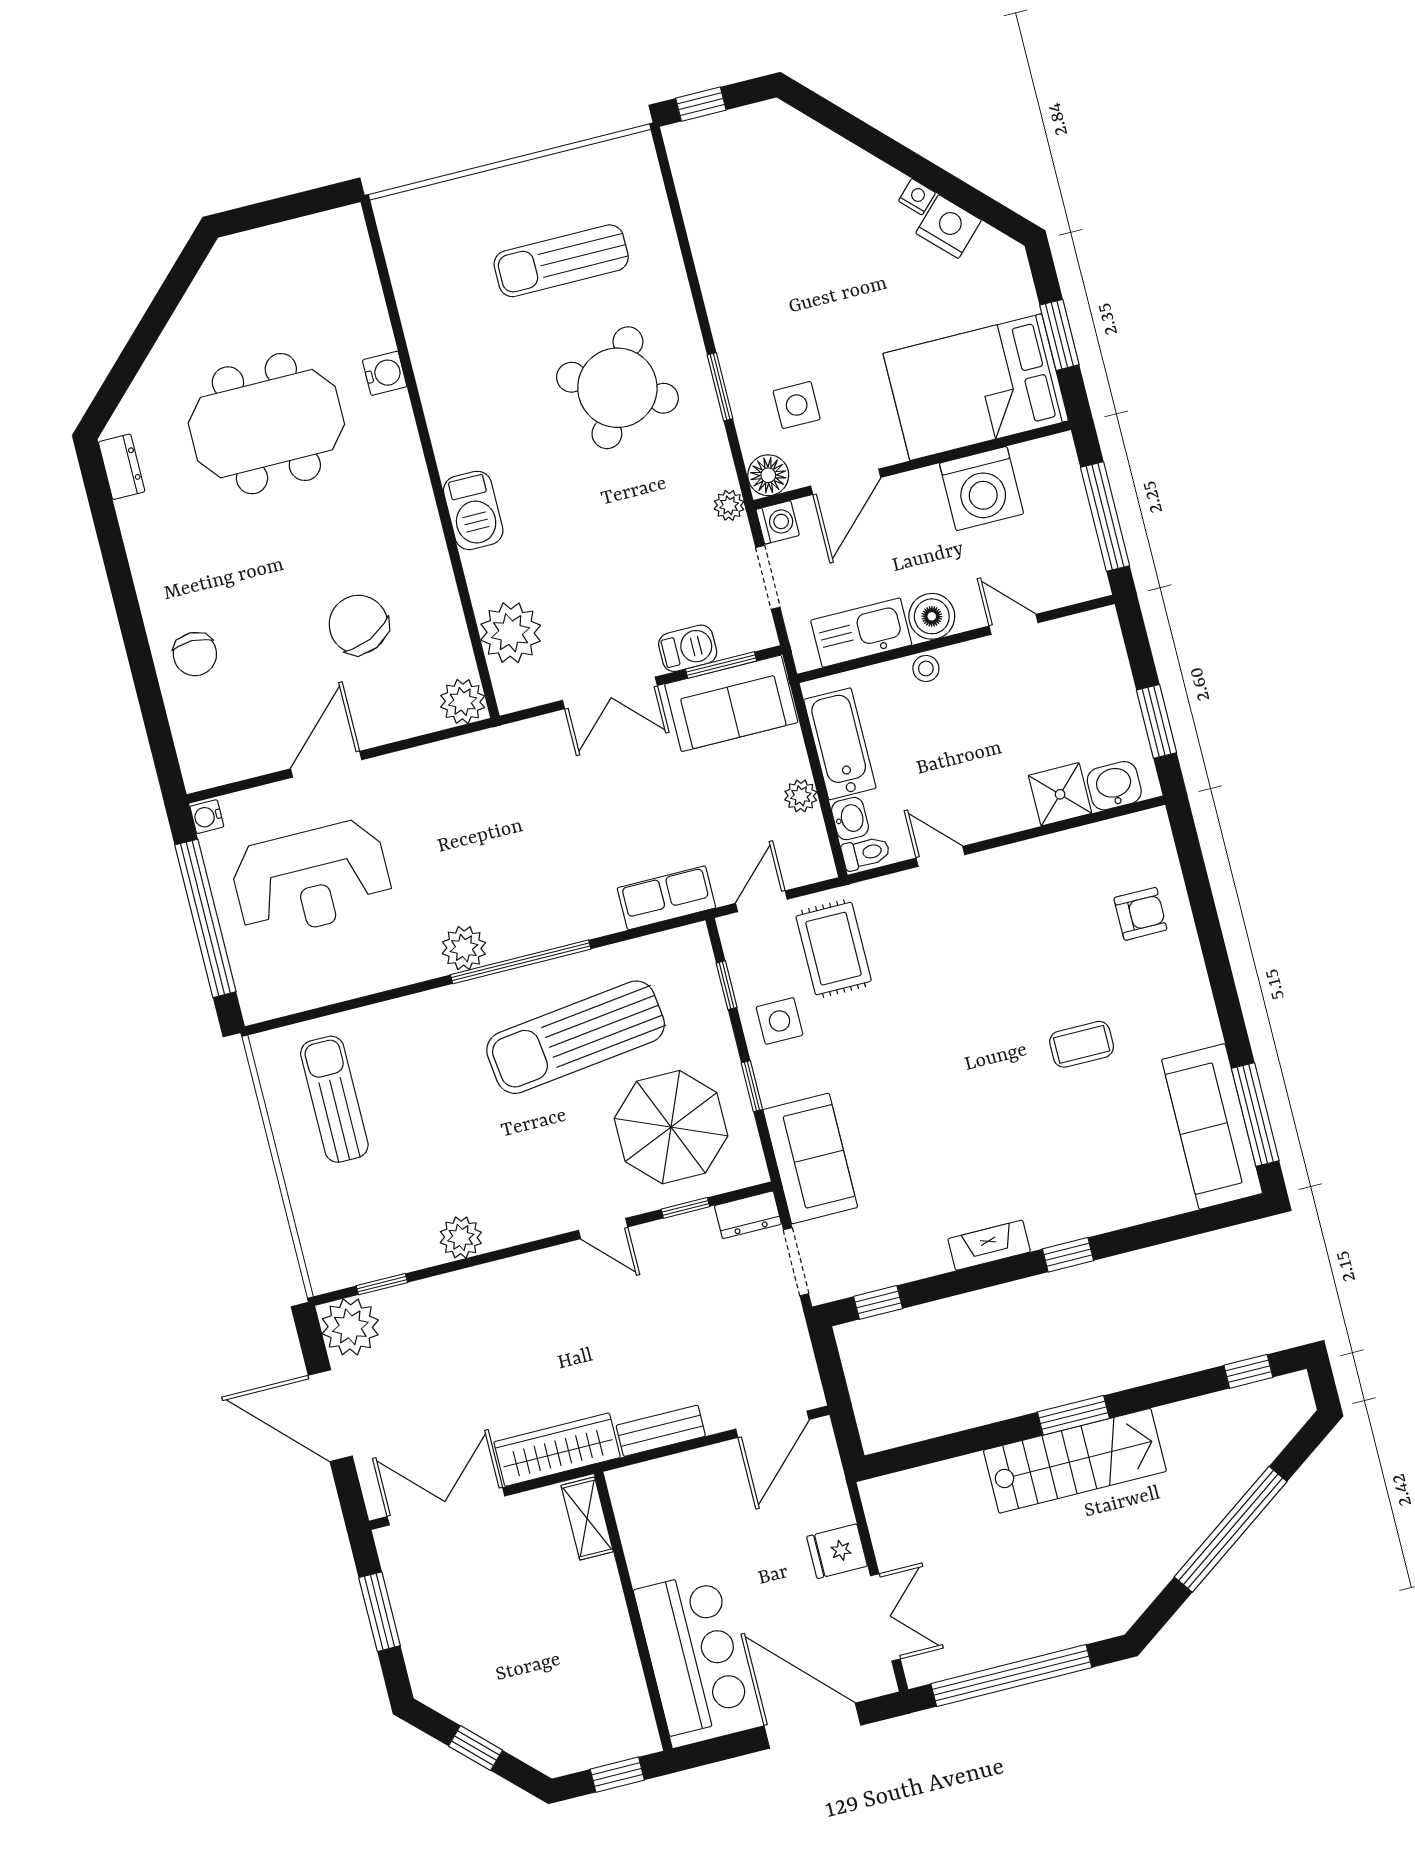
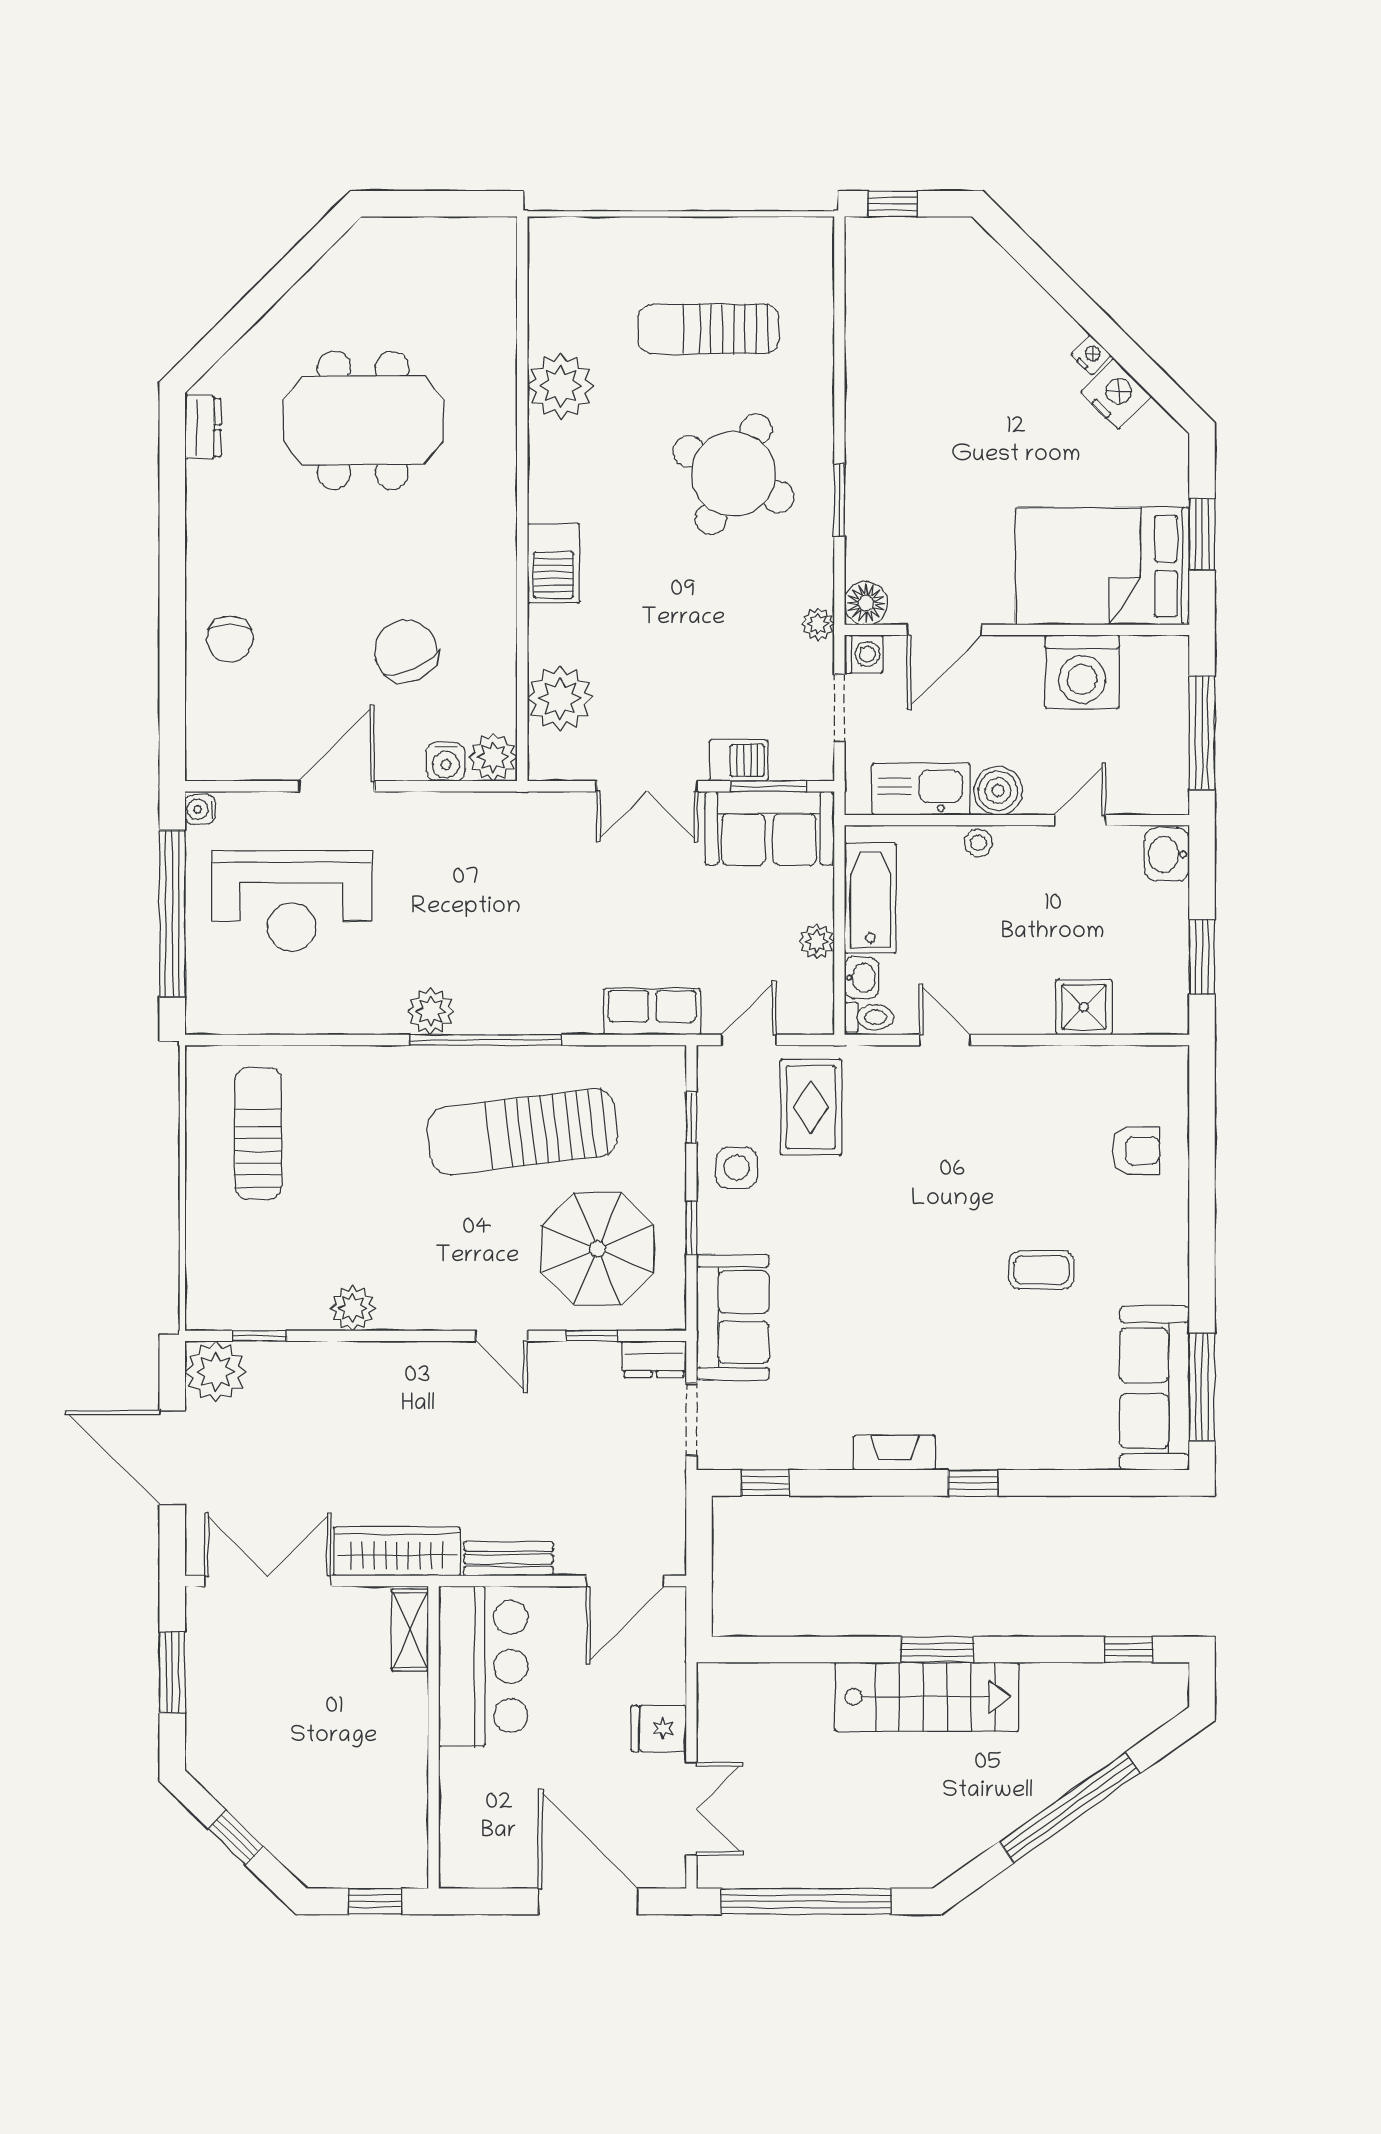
plant: (439, 347) -> (561, 386), added
water cooler: (385, 373) -> (446, 762), moved, turned 90
side table: (797, 405) -> (913, 538), removed
door: (1014, 624) -> (1080, 820), hinge flipped
washbasin: (1114, 786) -> (1167, 854), moved, turned -90
bar counter: (692, 1653) -> (483, 1666), moved

